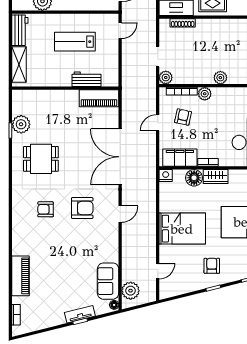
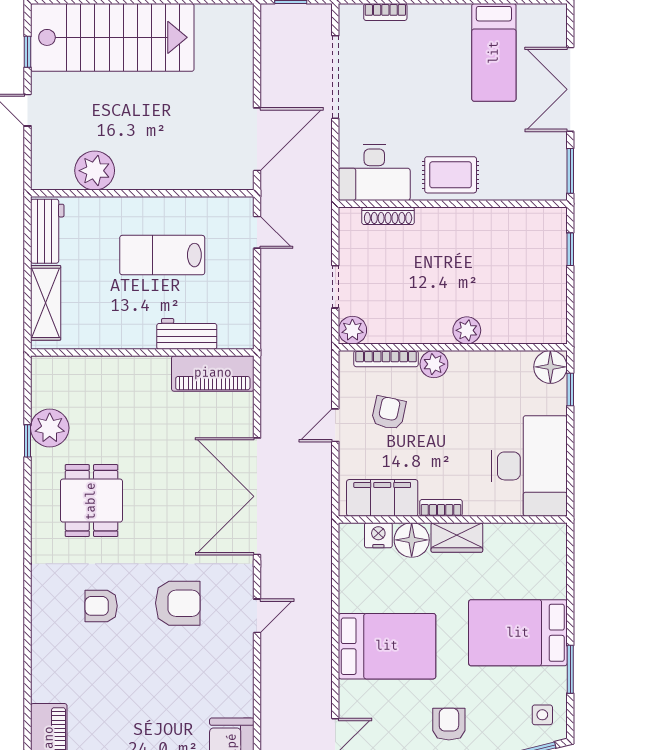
door: (120, 31) -> (257, 232), hinge flipped
dining table: (41, 159) -> (91, 501), turned 90
nightstand: (166, 176) -> (378, 535), moved

